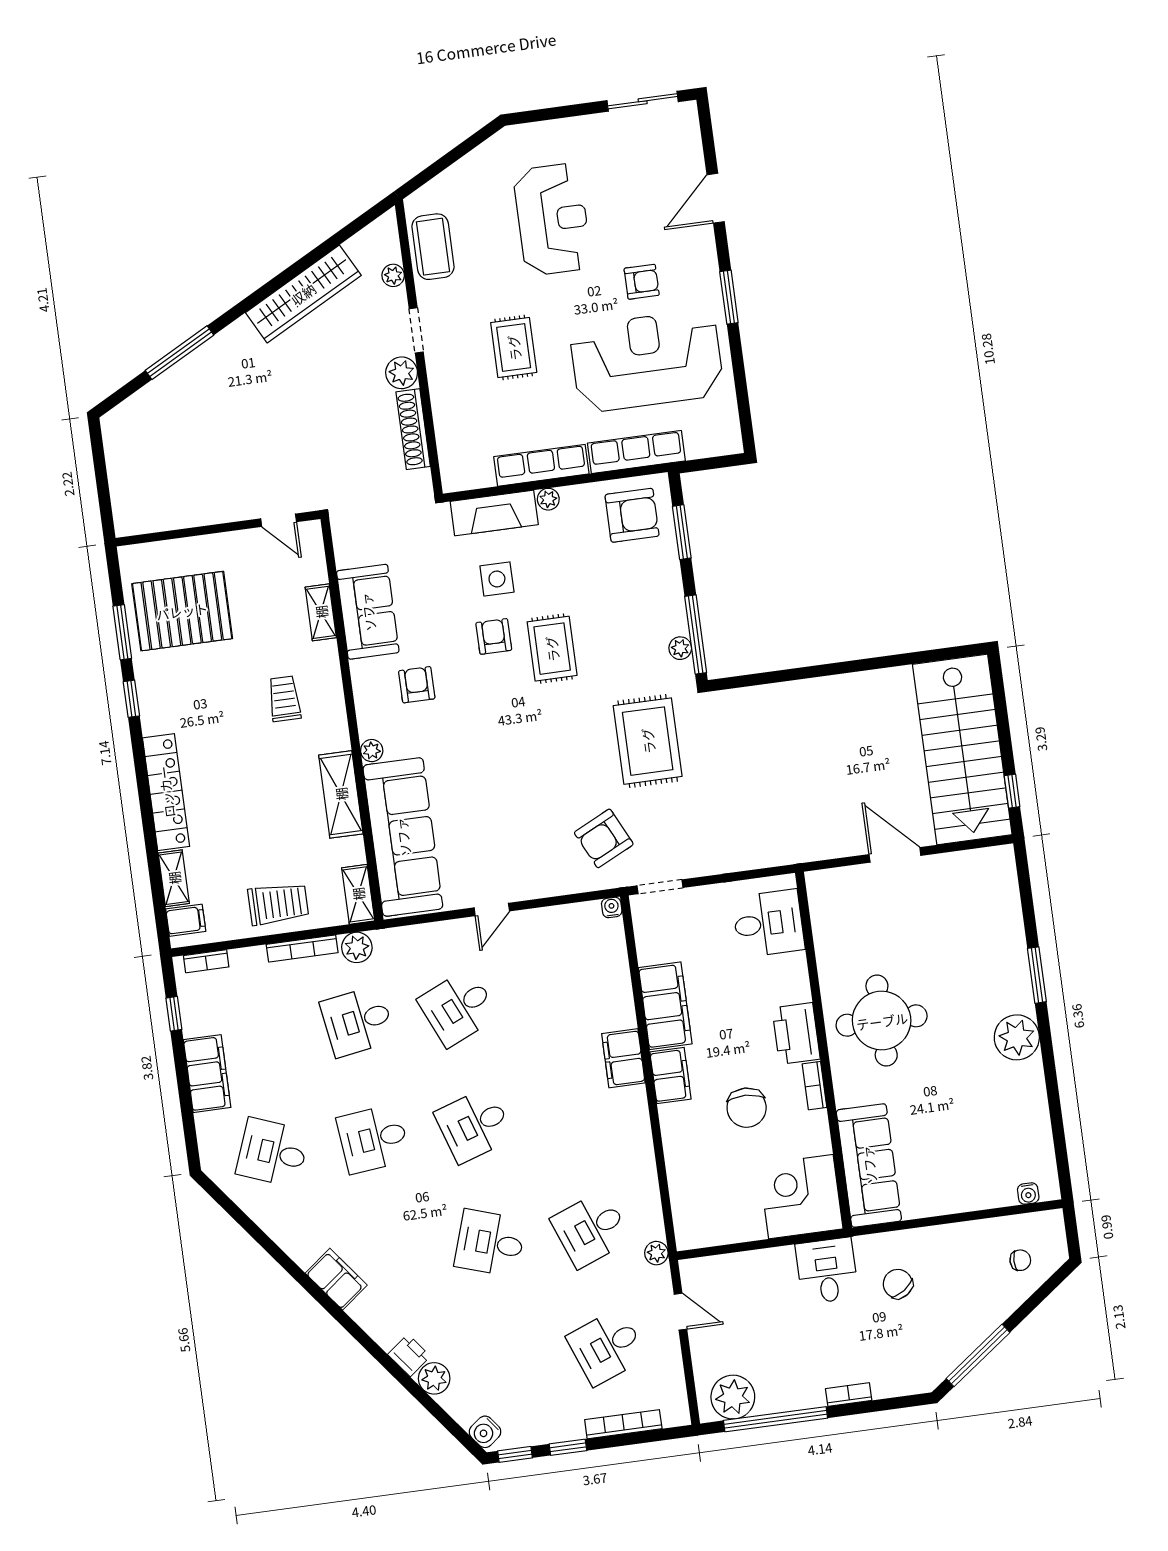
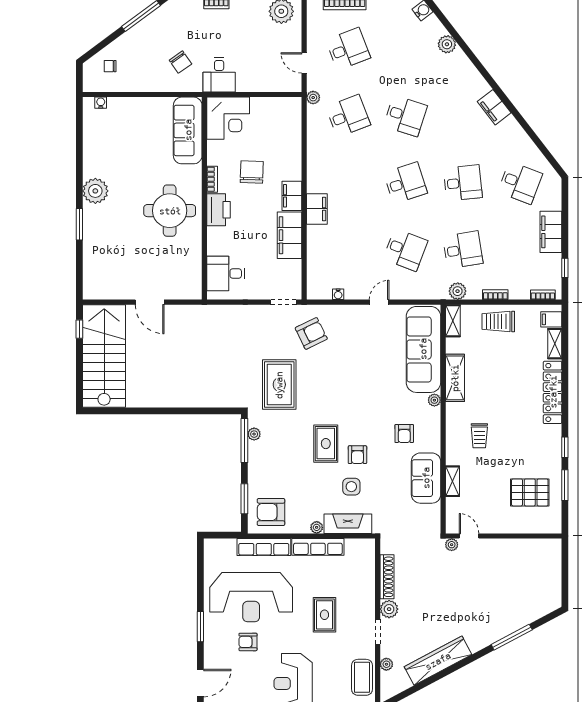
plant: (307, 501) -> (452, 545), added
pallet: (182, 611) -> (530, 492), width x0.73, depth x0.71
water cooler: (612, 907) -> (338, 294), moved
bookcase: (302, 949) -> (495, 295), width x0.64
desk: (458, 1008) -> (405, 250), turned 45
printer: (409, 1355) -> (459, 59), removed

